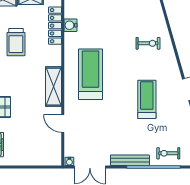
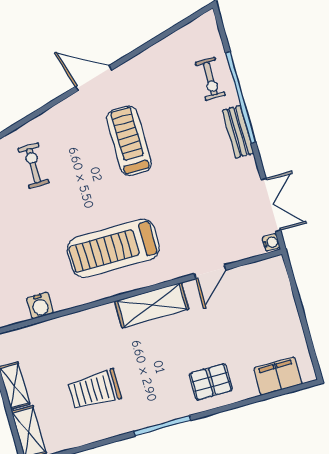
locker: (55, 26) -> (48, 331), removed
trolley: (16, 42) -> (95, 390), turned 180
treadmill: (147, 99) -> (129, 141), turned 90
bench: (130, 160) -> (238, 132), width x0.73

